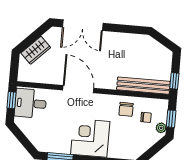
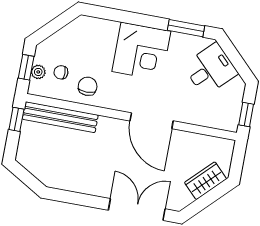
desk: (31, 103) -> (210, 69), moved, turned -45
plant: (161, 128) -> (38, 72), moved

